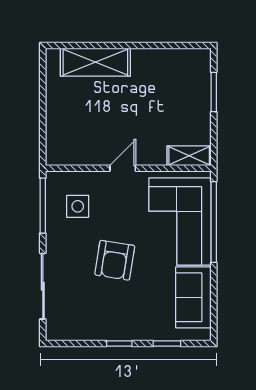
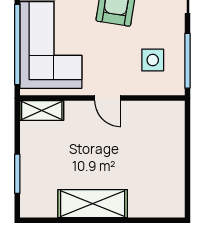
shelving: (95, 62) -> (93, 204), moved
door: (123, 168) -> (108, 98), hinge flipped

